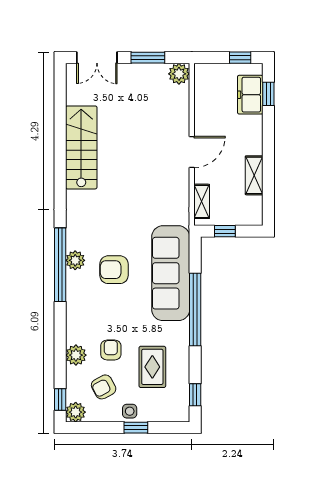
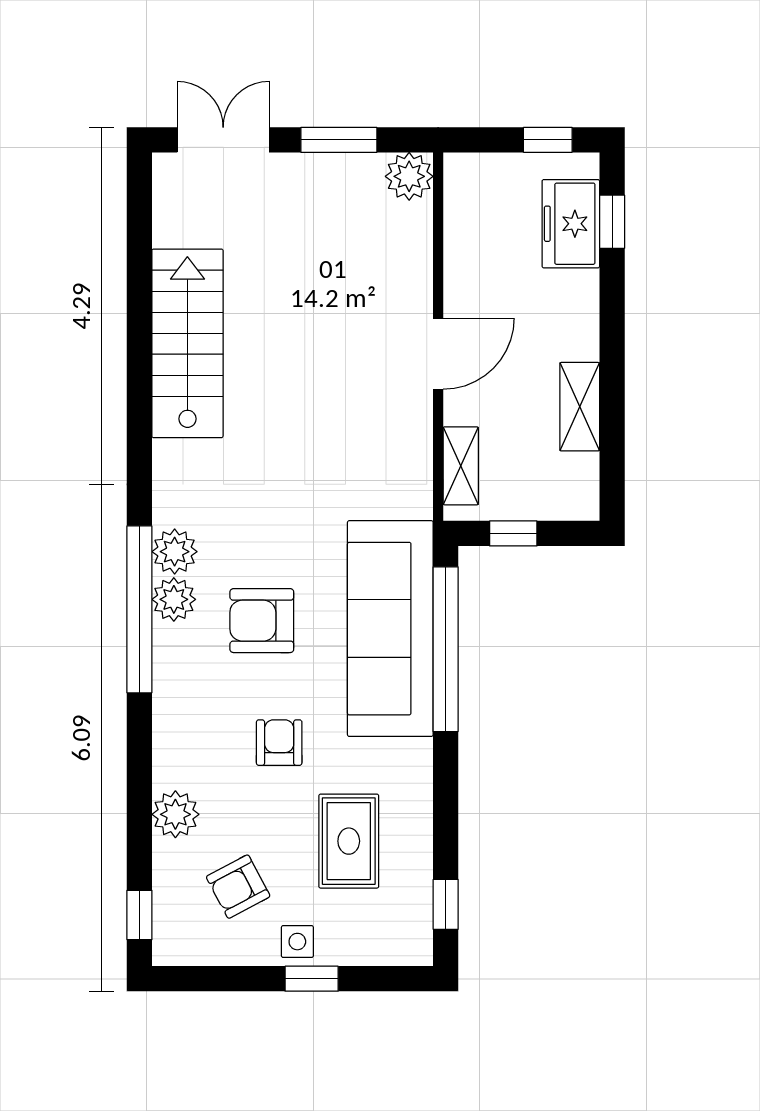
double door: (97, 58) -> (223, 140), swing flipped
window: (195, 309) -> (446, 649), moved
armchair: (111, 350) -> (279, 743), moved
plant: (76, 412) -> (175, 552), moved

